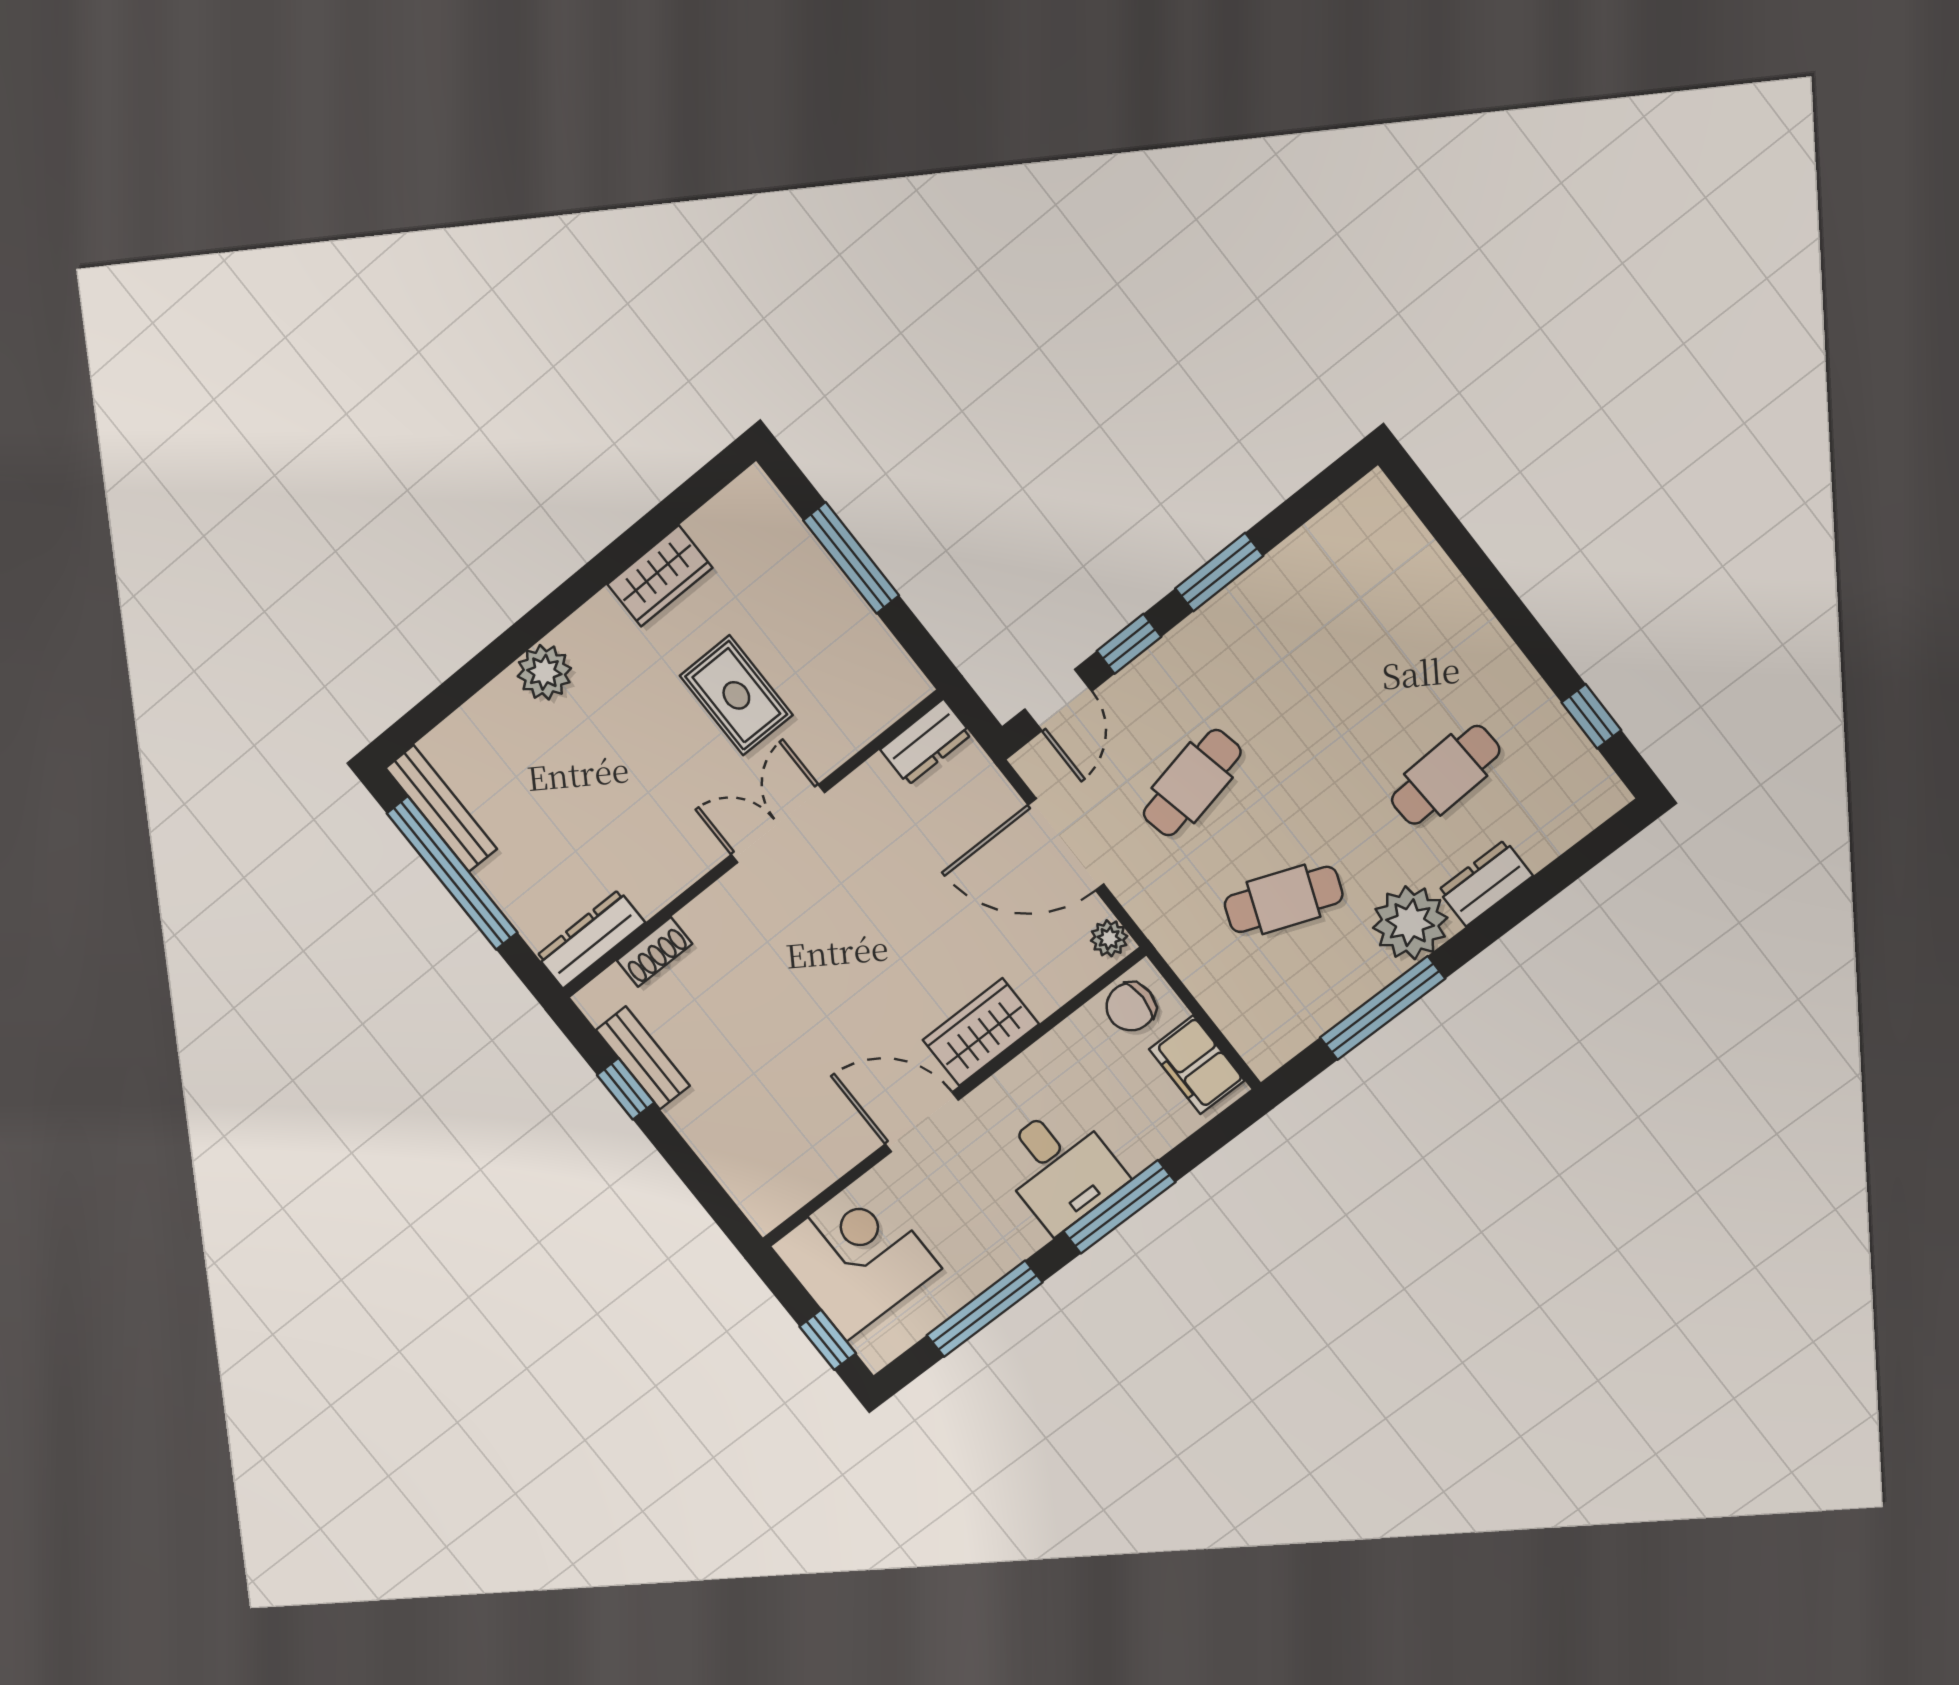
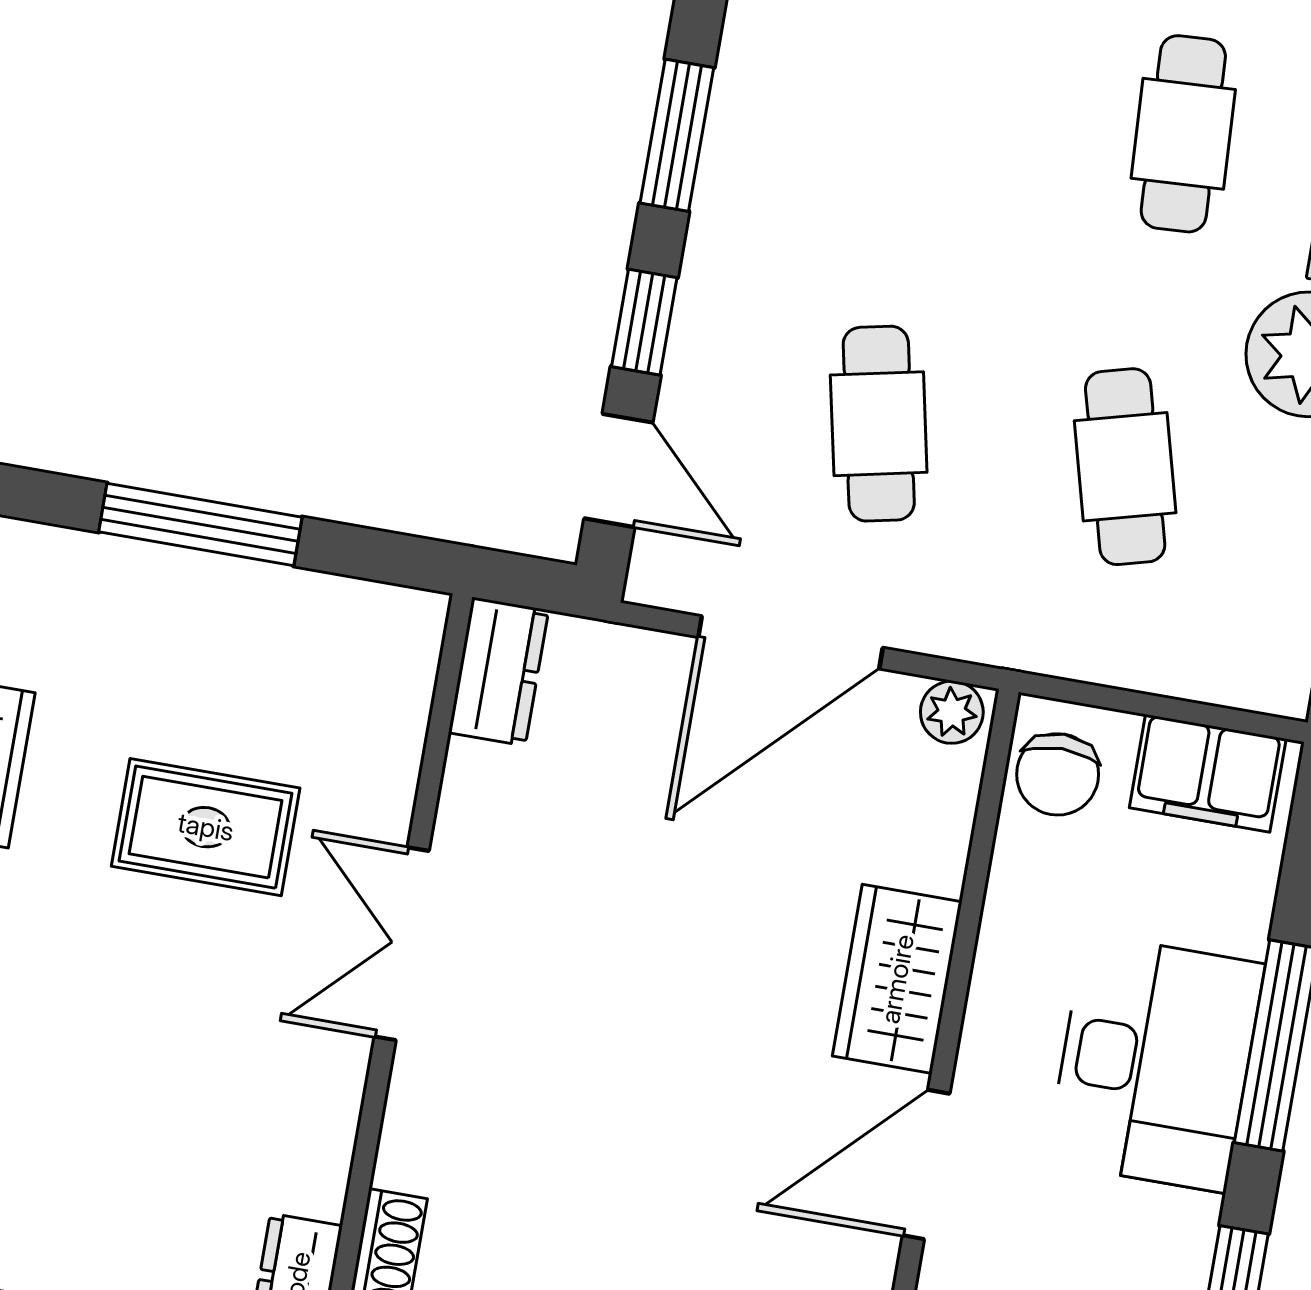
cafe table: (1284, 899) -> (1125, 467), turned -36
desk: (1060, 1168) -> (1155, 1063), width x1.37

